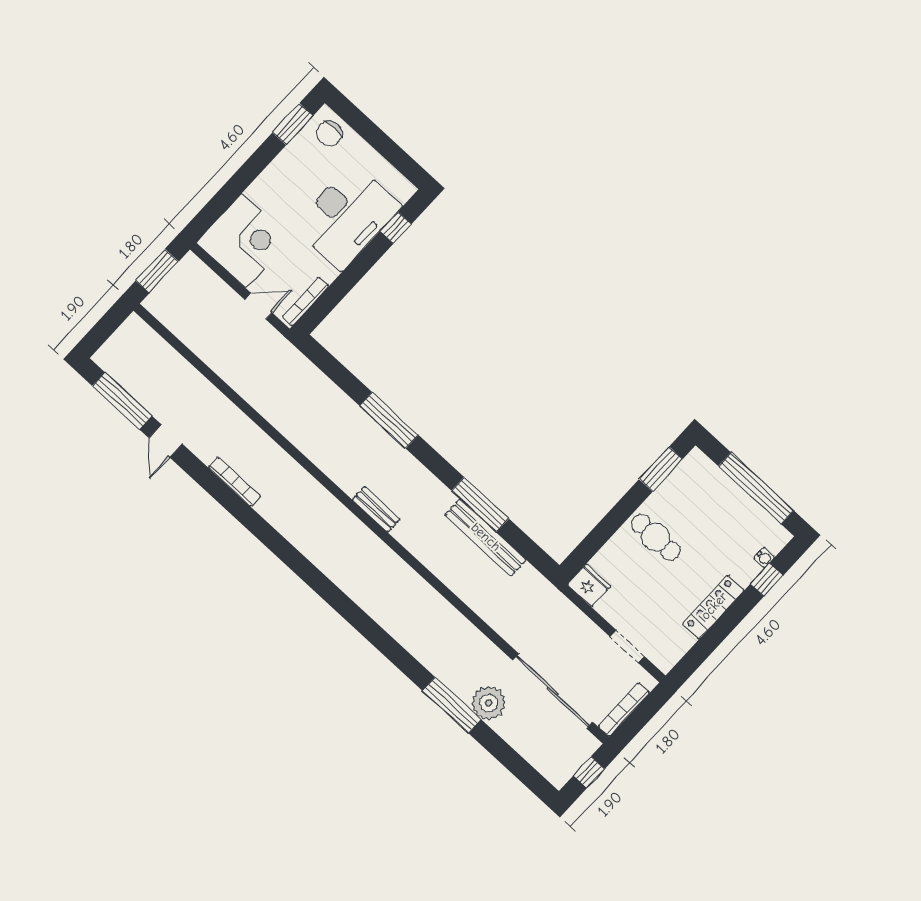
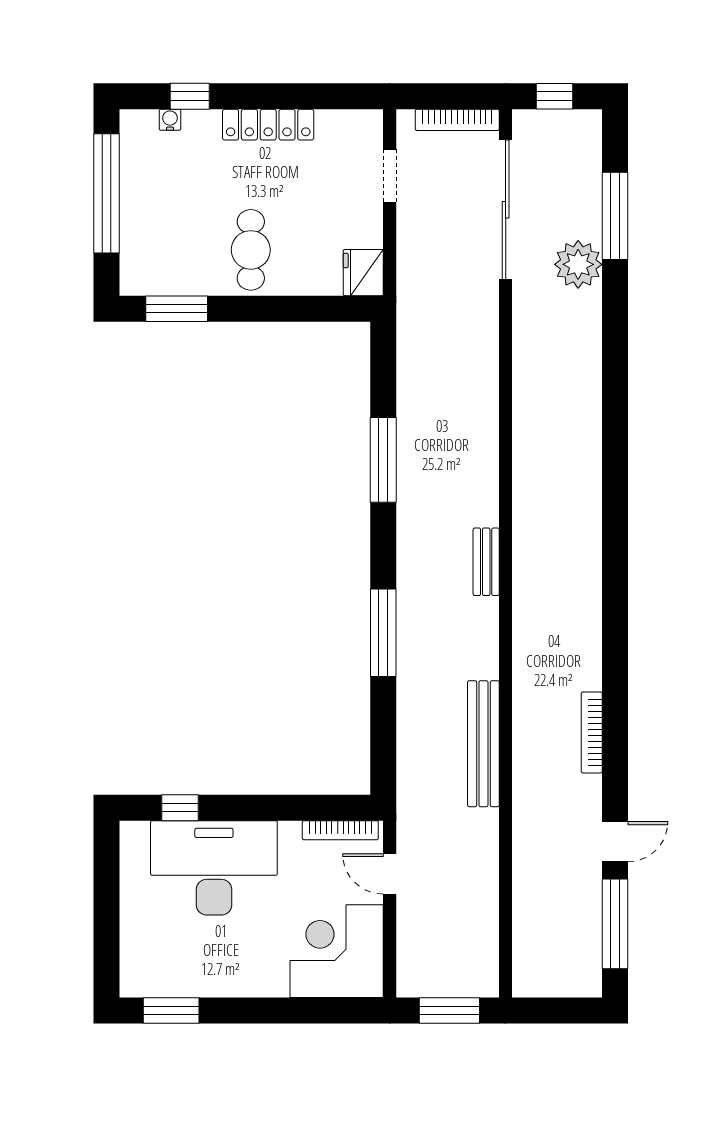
chair: (329, 133) -> (146, 964), removed
bench: (486, 537) -> (483, 744), moved
window: (452, 705) -> (615, 216), moved

